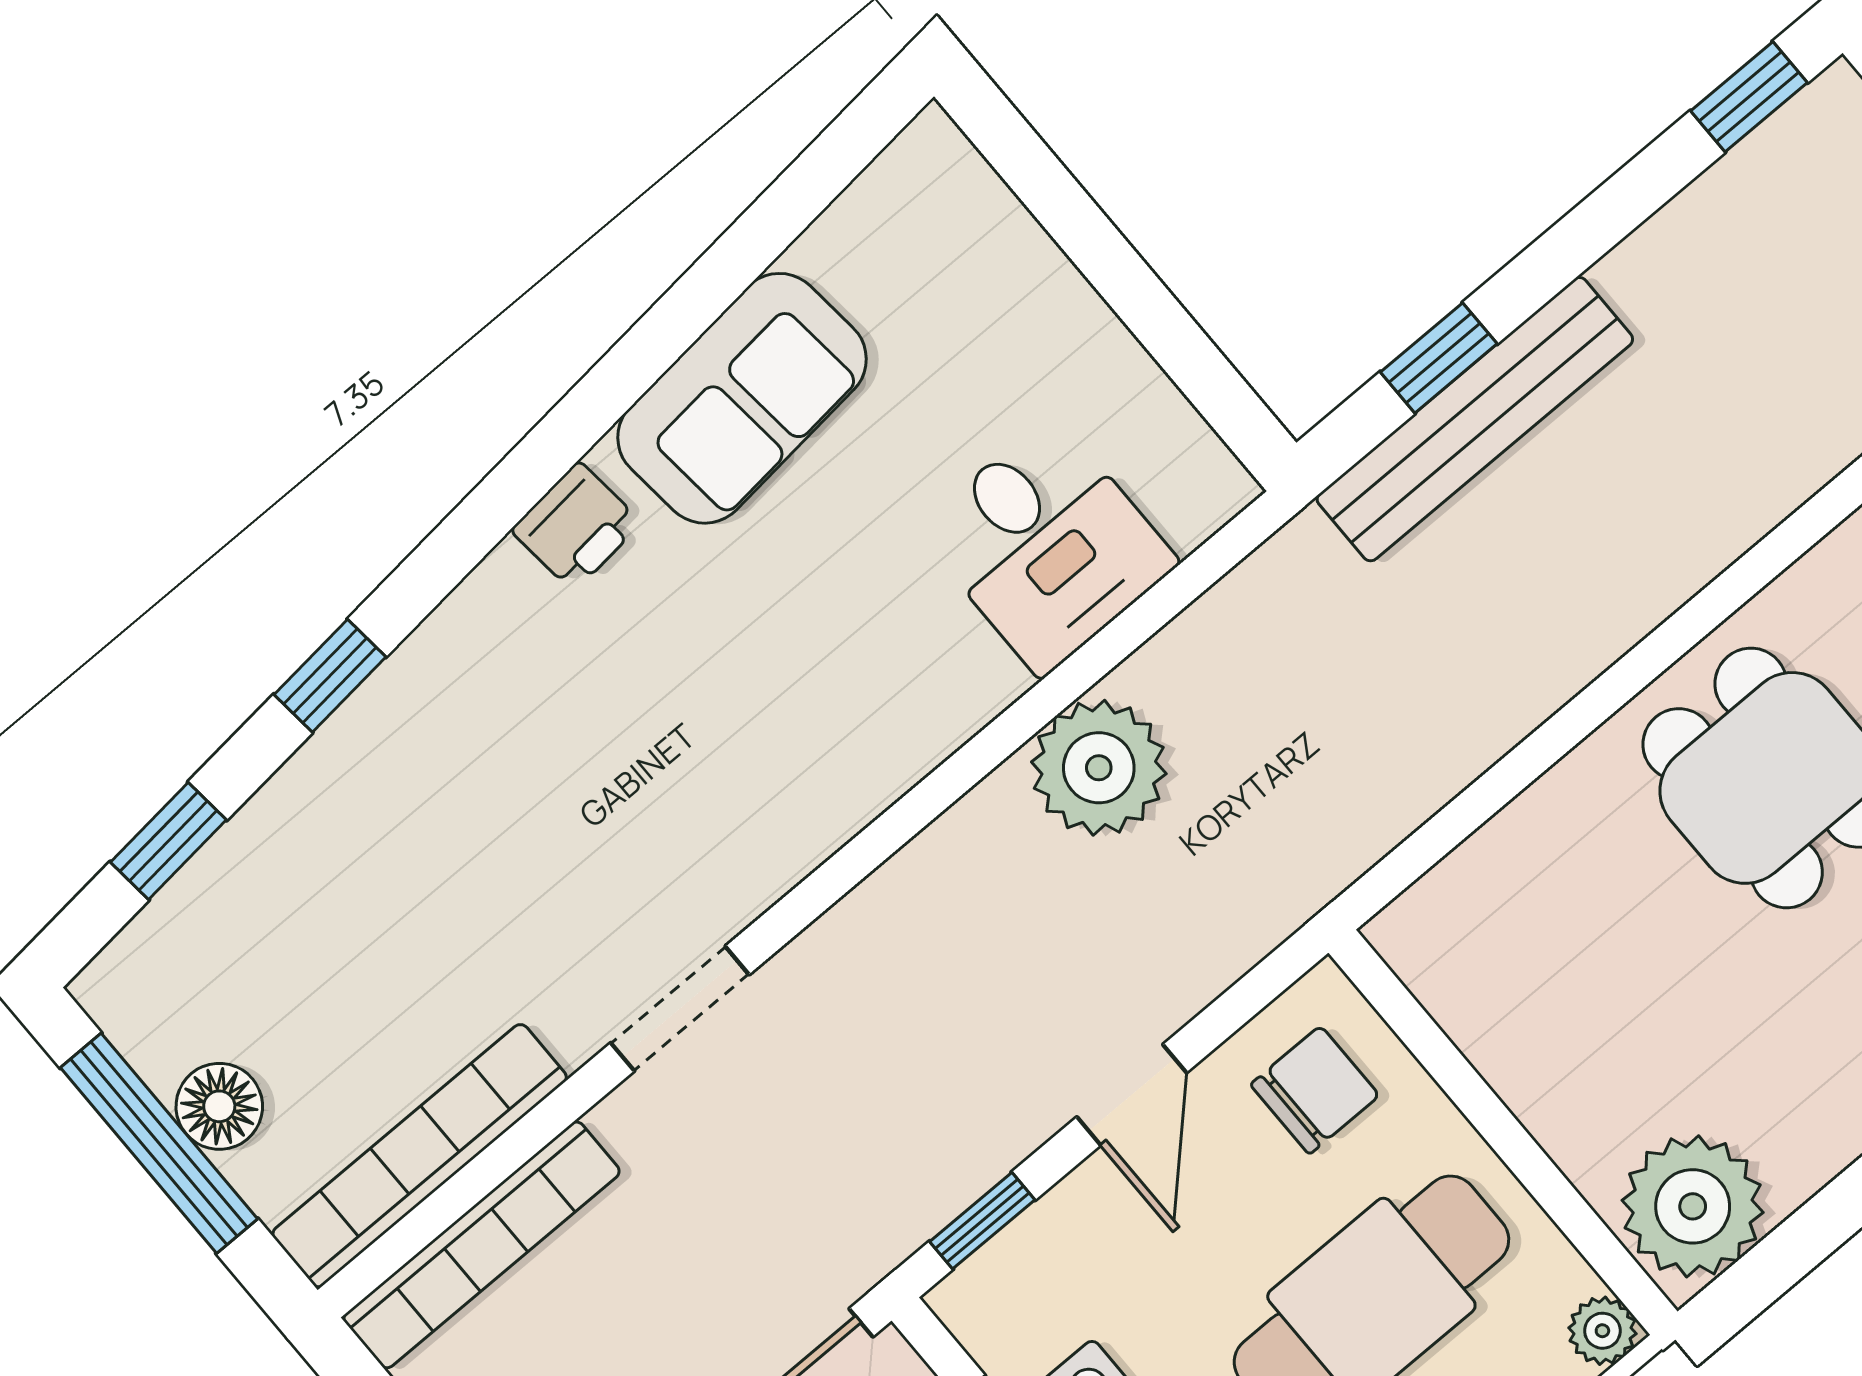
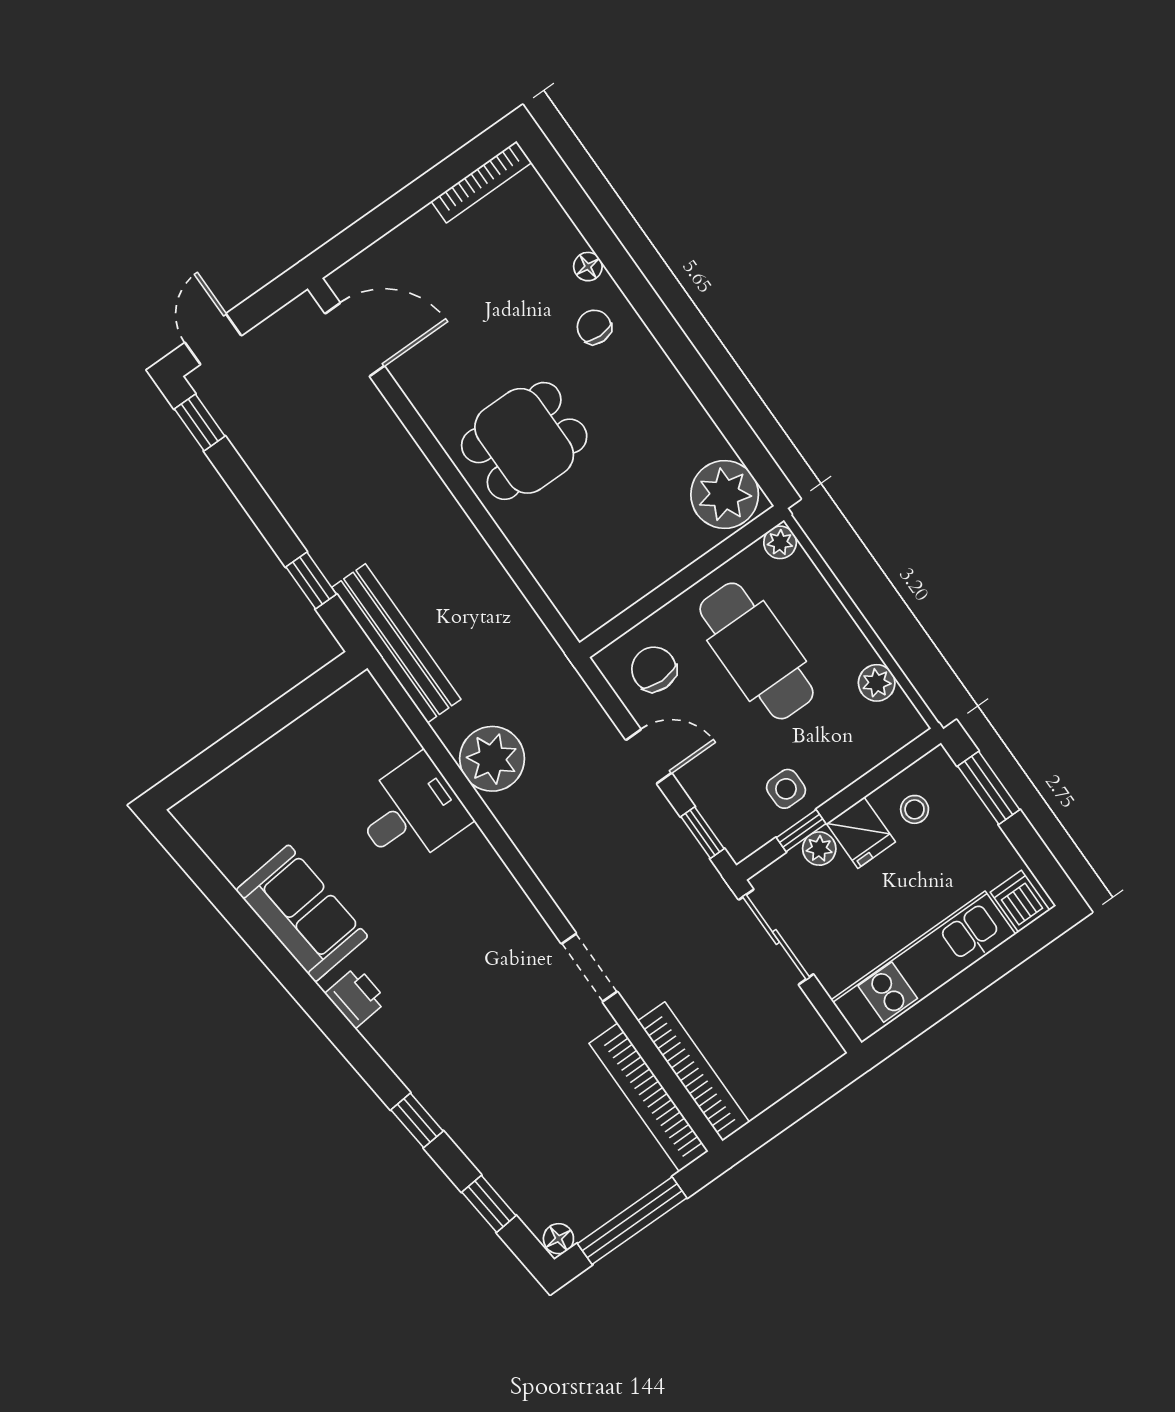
bench: (1475, 419) -> (396, 643), moved
desk: (1047, 546) -> (411, 812), moved
floor lamp: (219, 1106) -> (558, 1239), moved, width x0.73, depth x0.73

